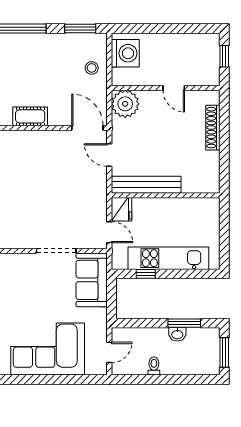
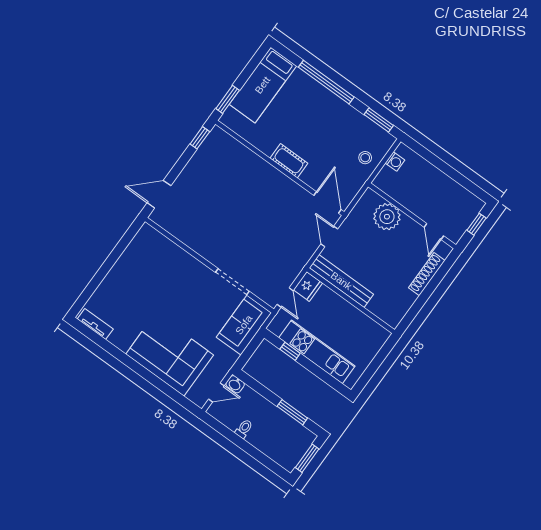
washing machine: (125, 53) -> (395, 161), width x0.53, depth x0.53
door: (174, 88) -> (434, 232), moved
plant: (125, 104) -> (387, 217), moved
washbasin: (177, 334) -> (235, 384), moved

